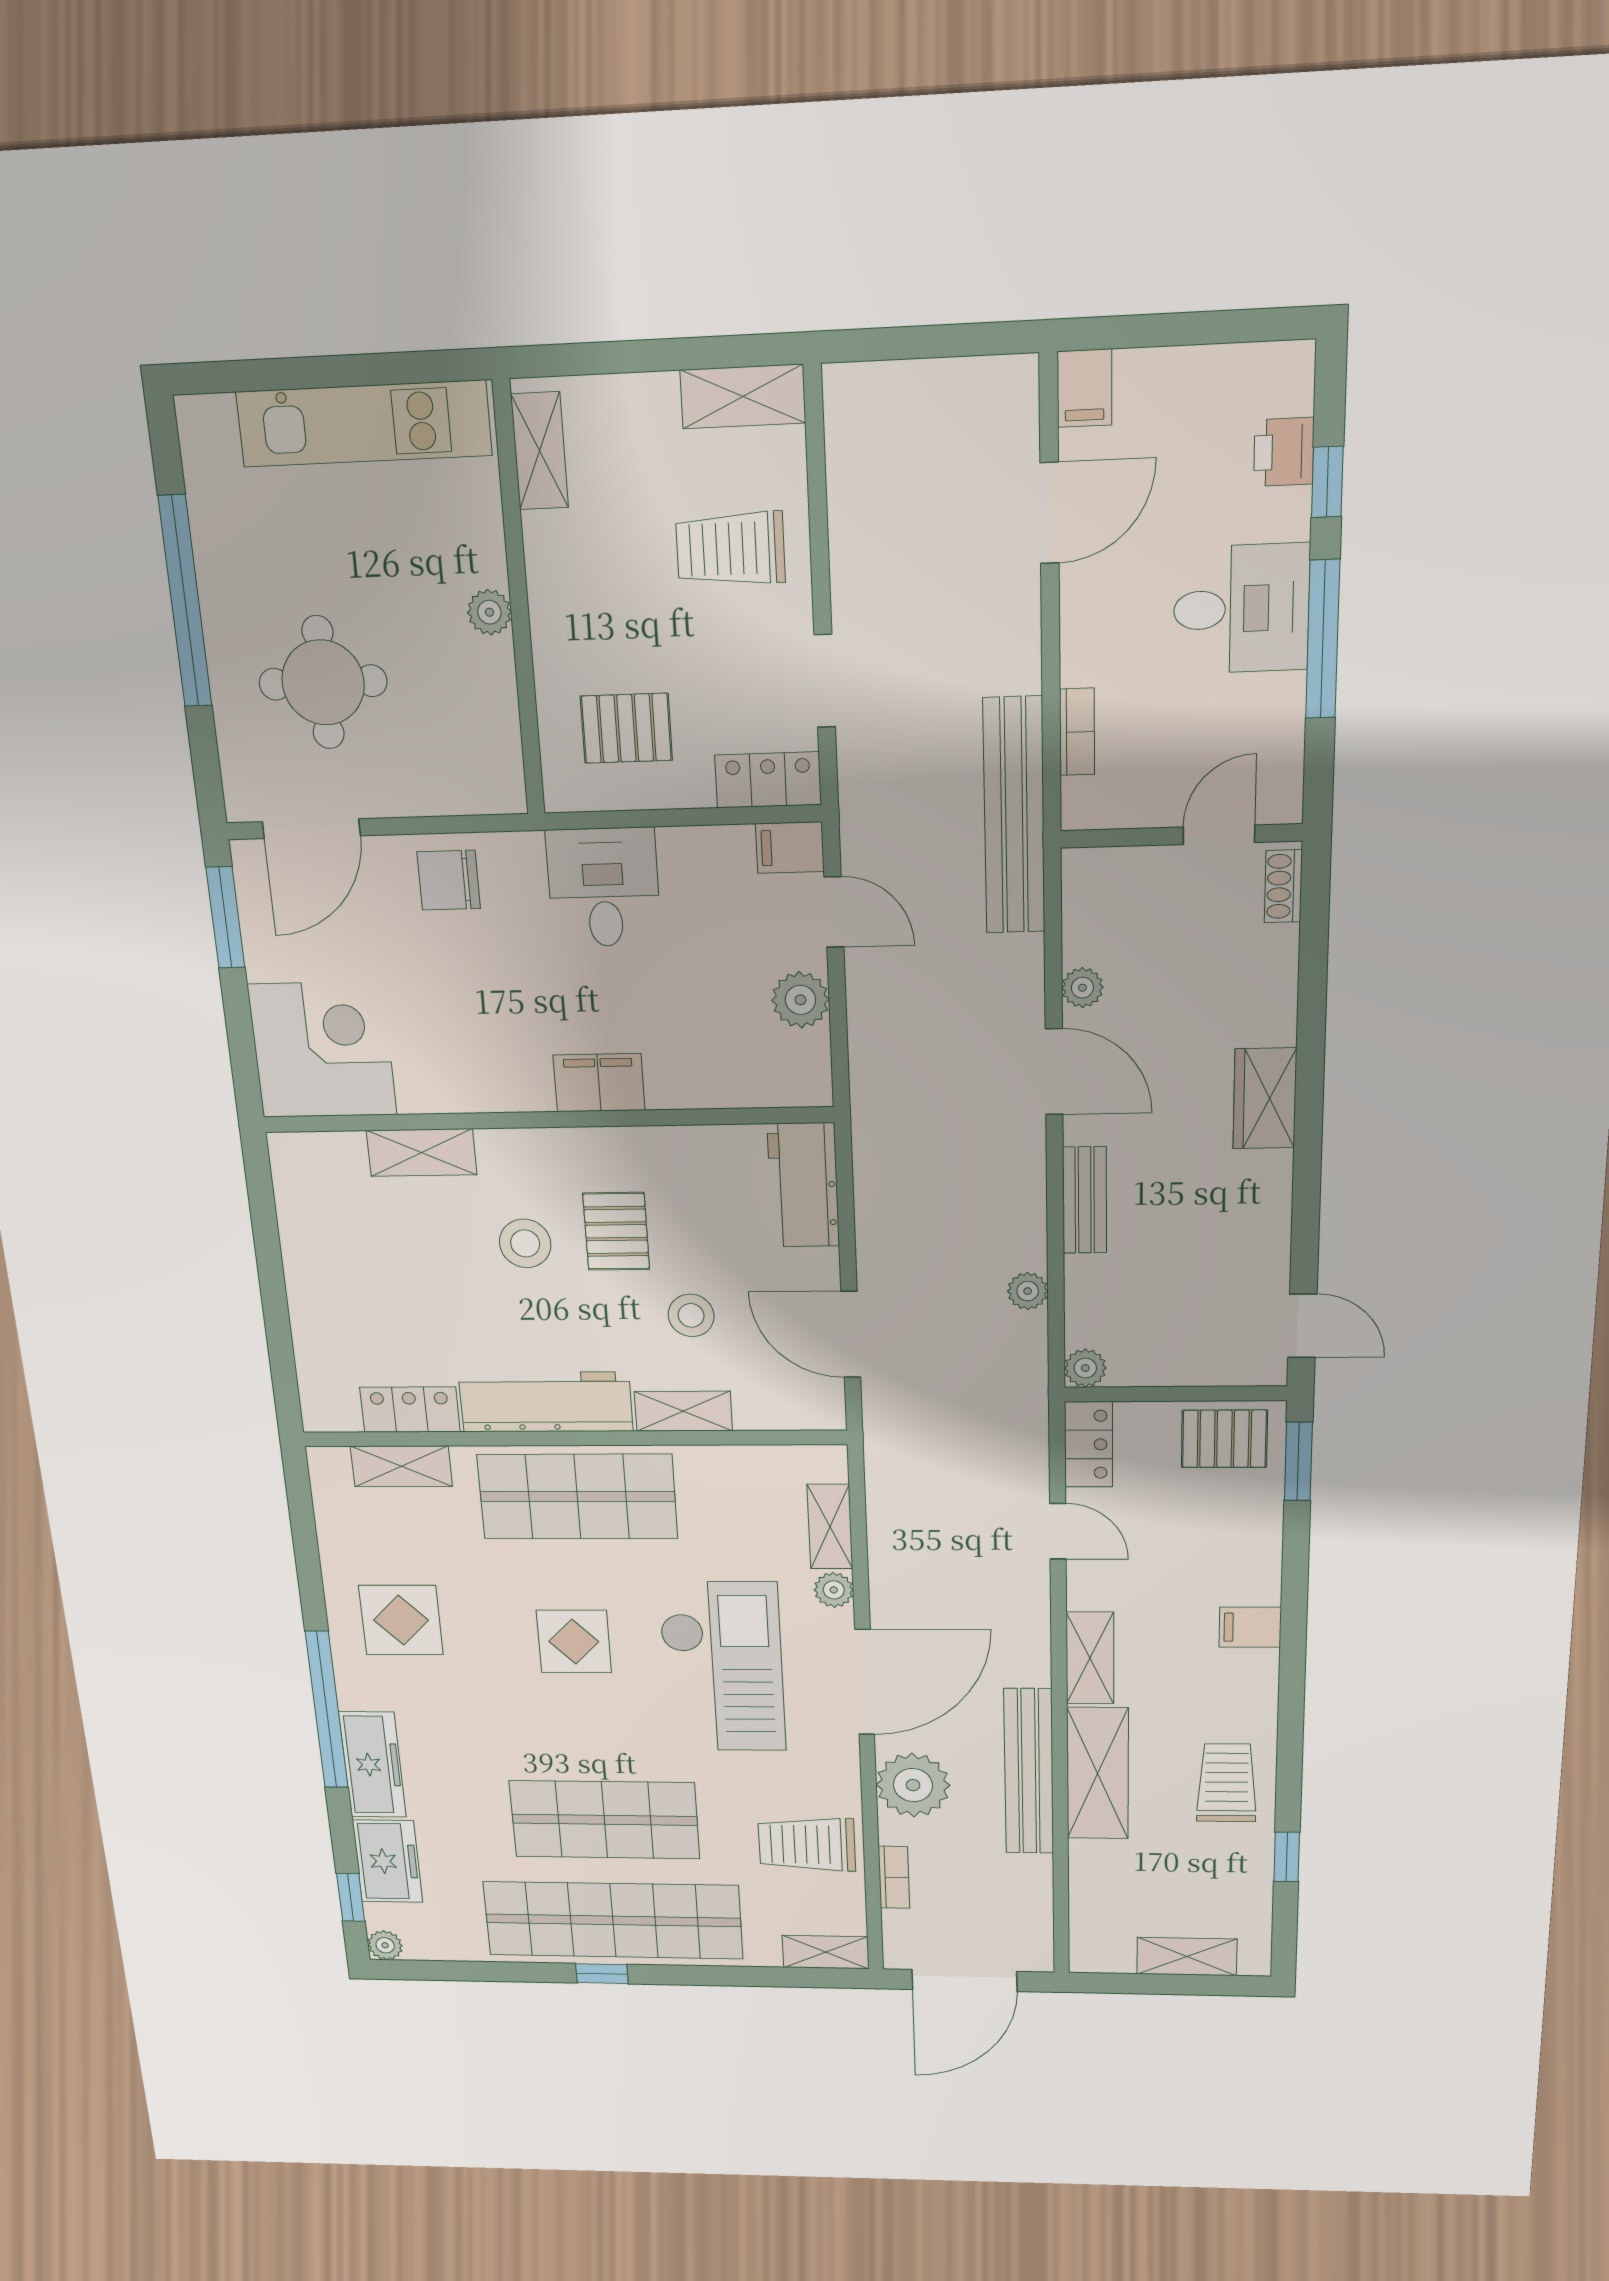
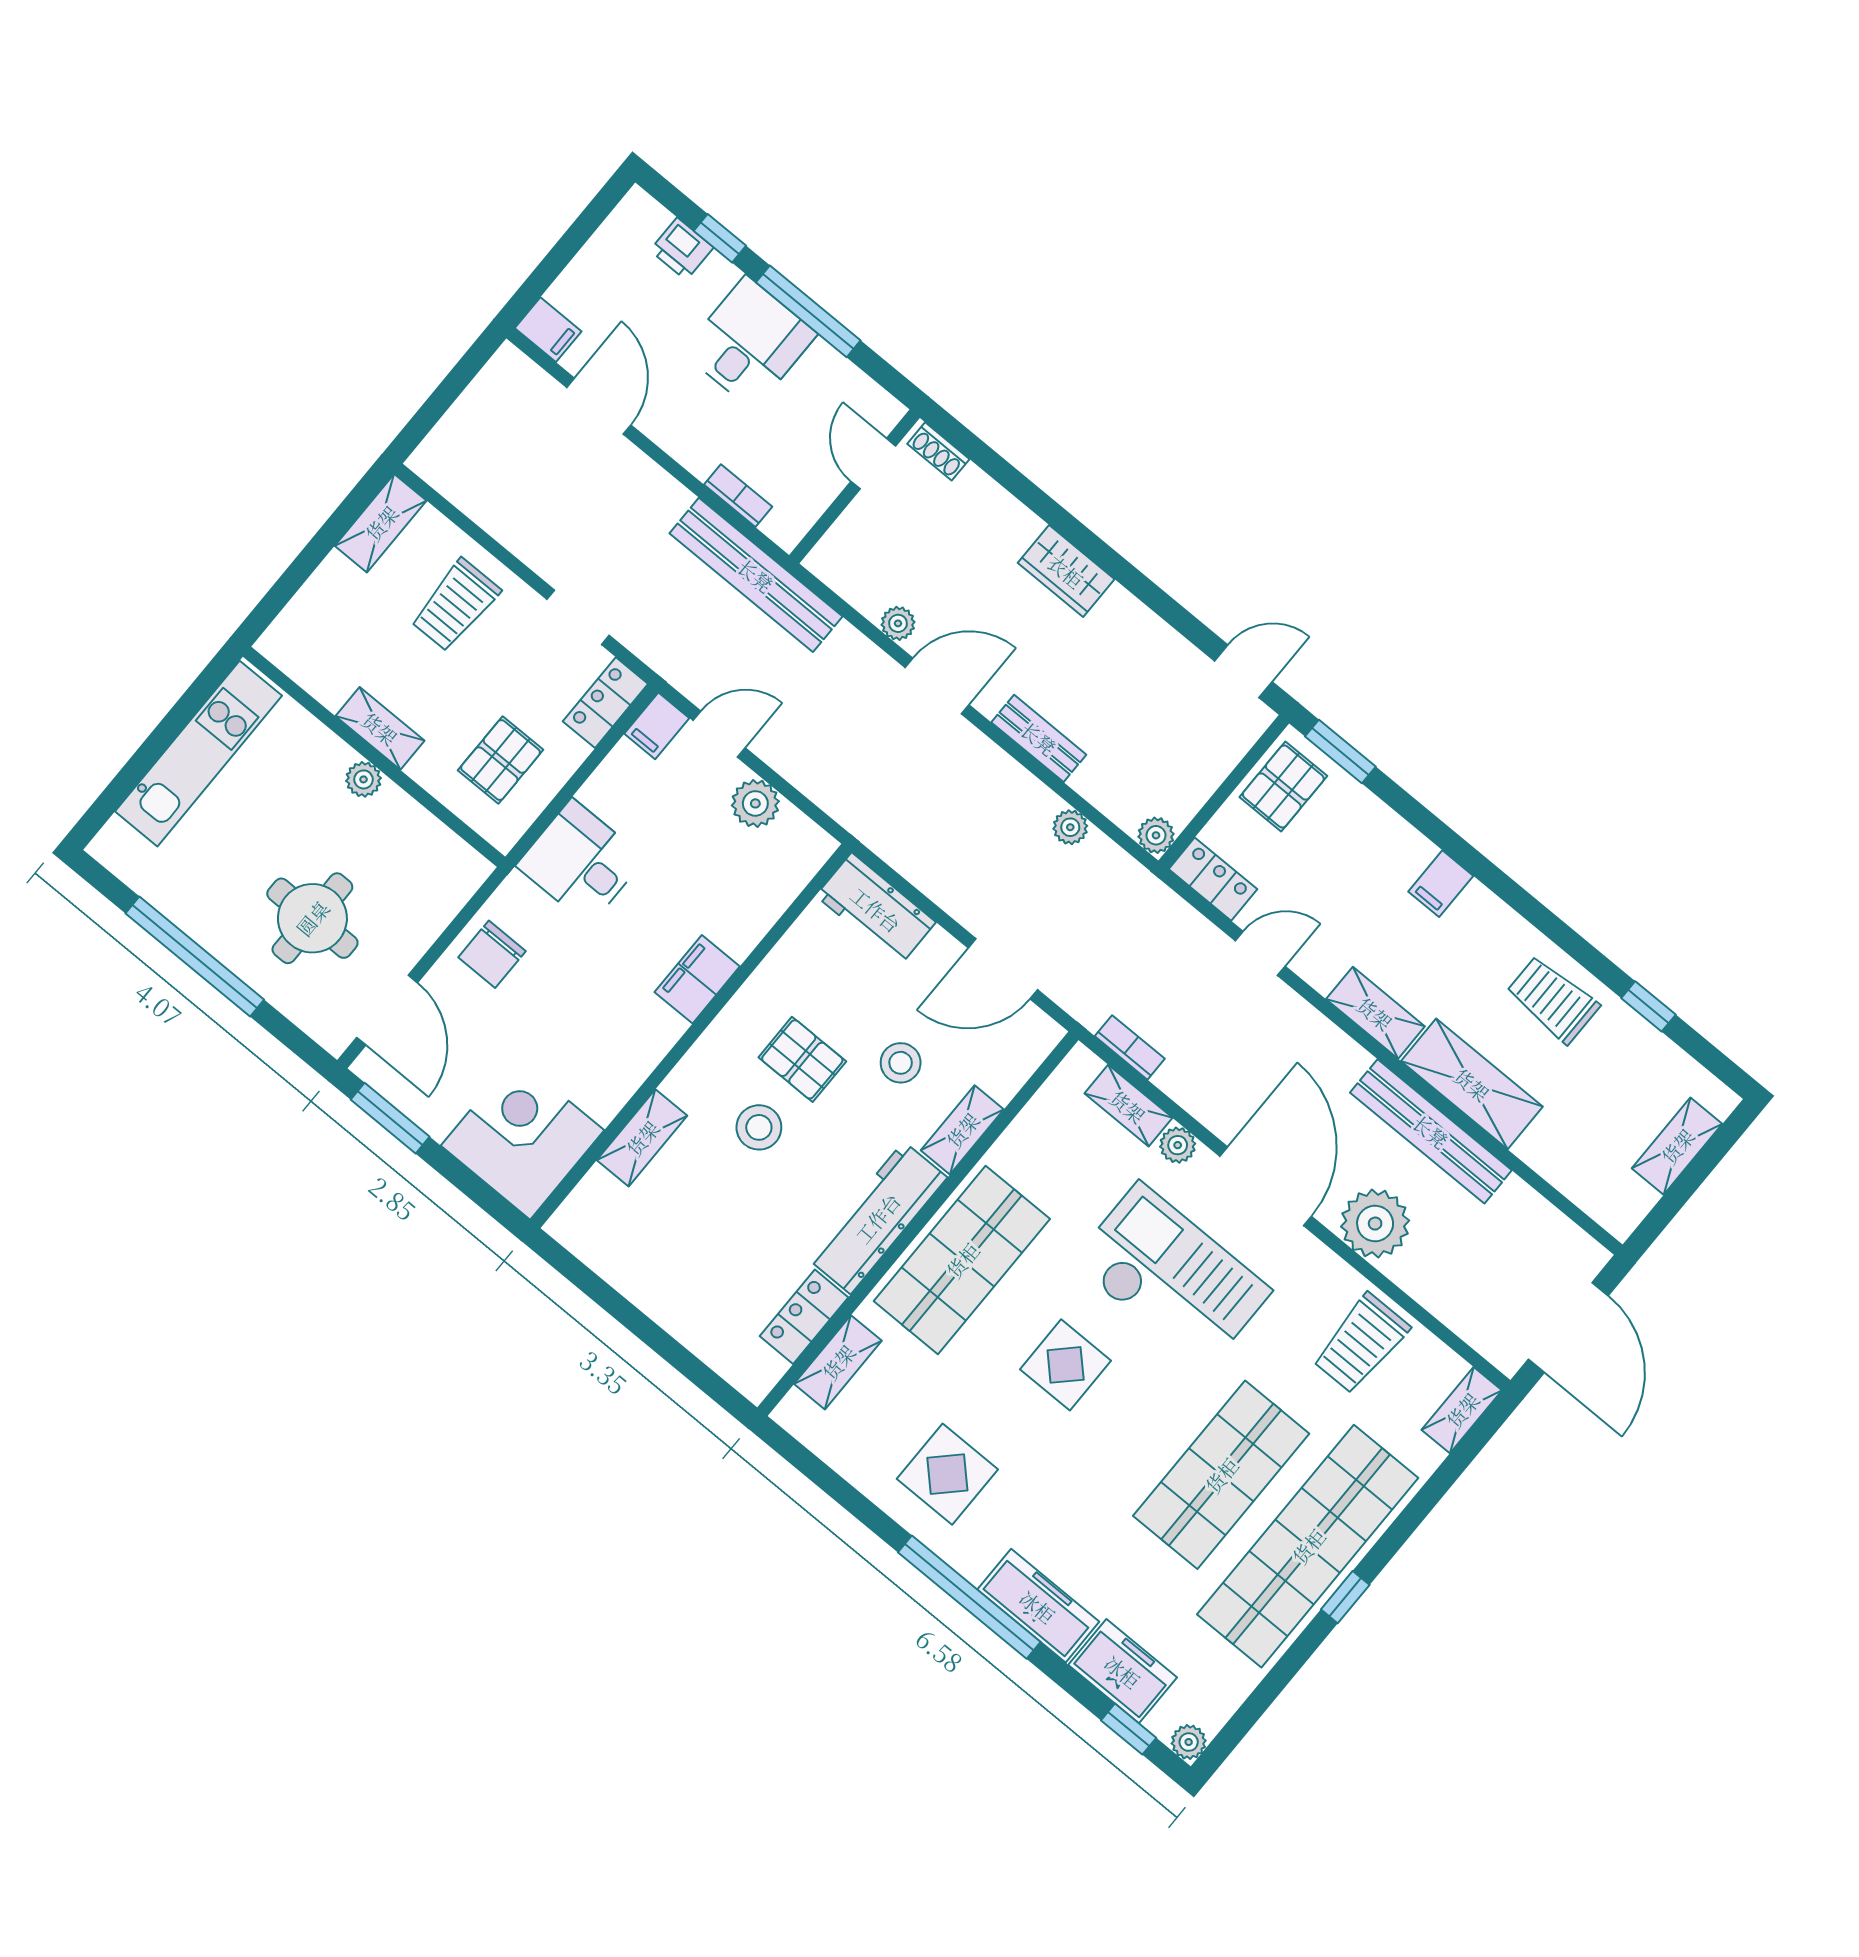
shelving: (540, 451) -> (380, 728), moved
bookcase: (894, 1877) -> (1130, 1047), moved

